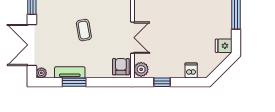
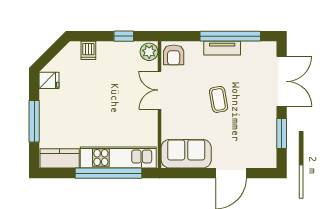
tv unit: (70, 72) -> (222, 48), moved
plant: (41, 73) -> (270, 48), removed
window: (74, 82) -> (230, 36), width x2.11

